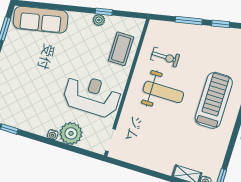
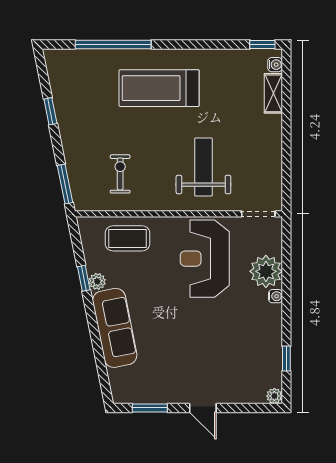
sofa: (41, 20) -> (115, 328), moved
window: (189, 21) -> (65, 184), moved
weight bench: (163, 92) -> (203, 167), moved

